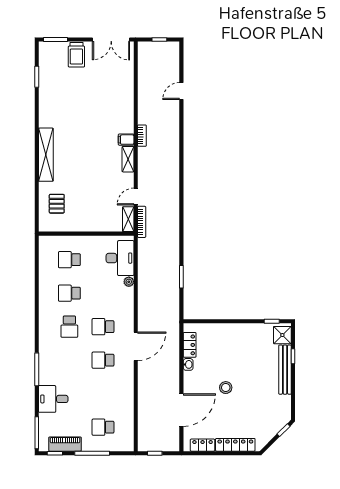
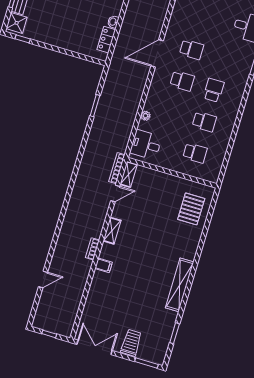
filing cabinet: (126, 140) -> (104, 265), moved
shelving: (46, 155) -> (180, 285), moved
pallet: (57, 204) -> (191, 209), width x1.50, depth x1.42
desk: (120, 258) -> (146, 145), width x0.73

